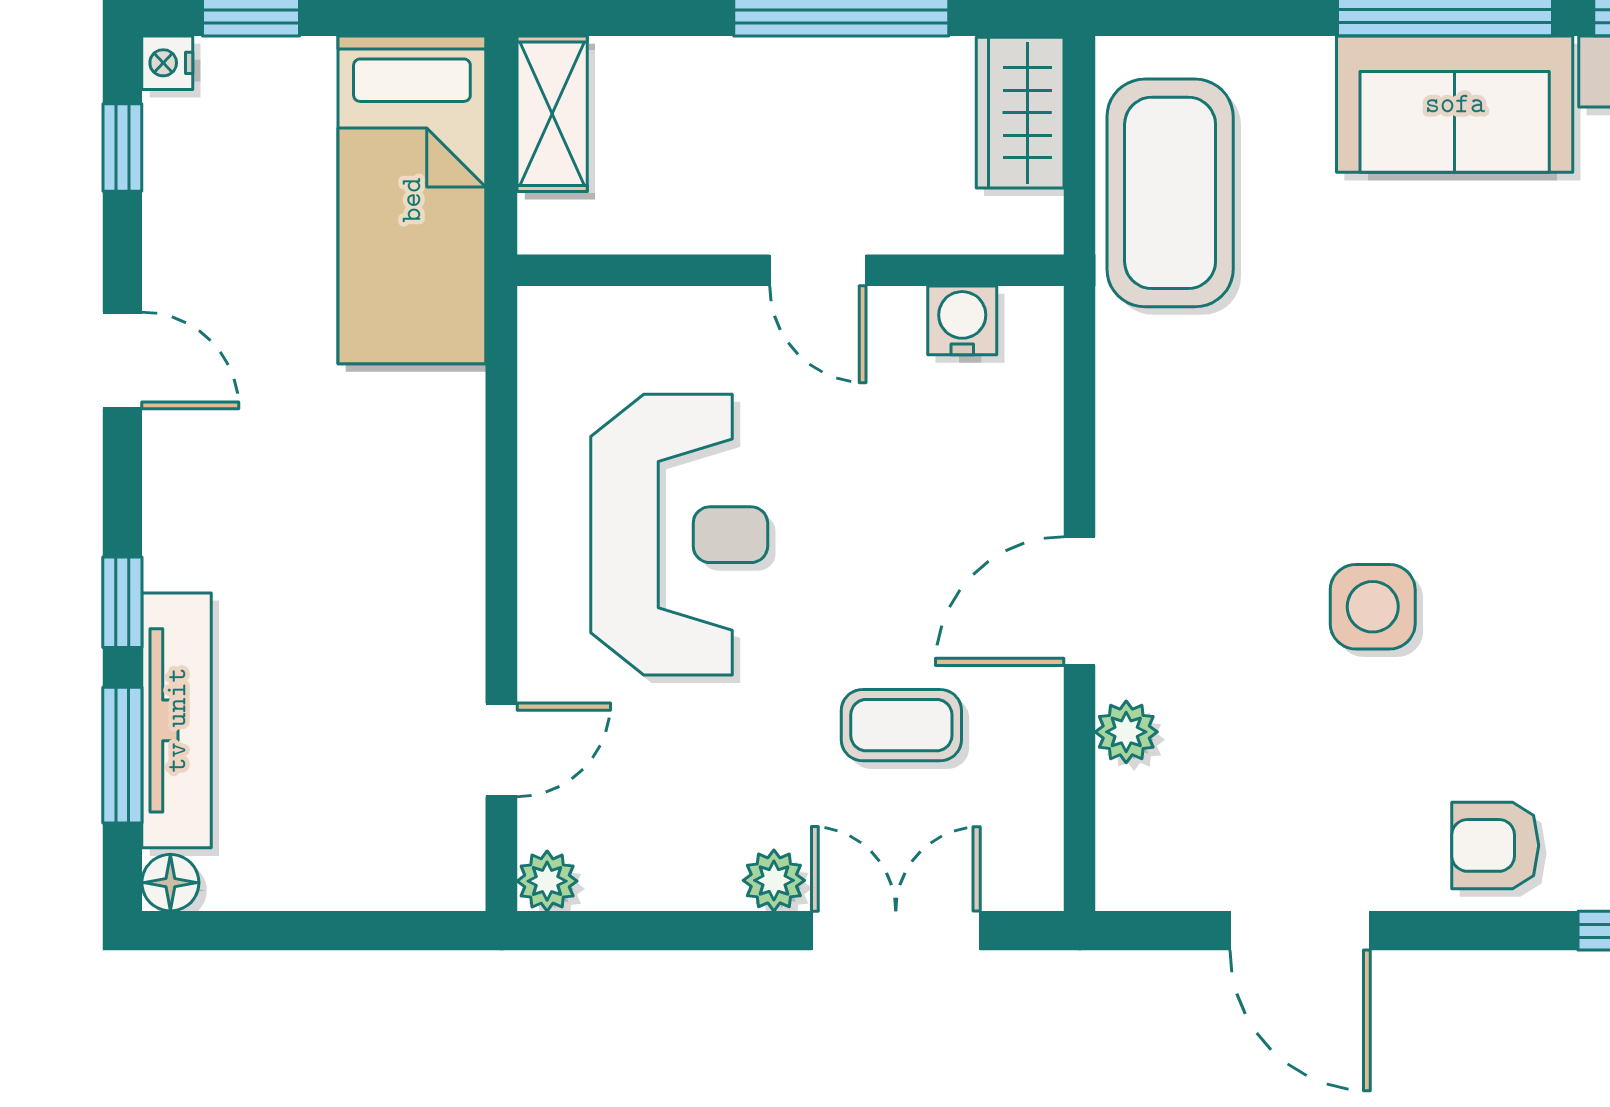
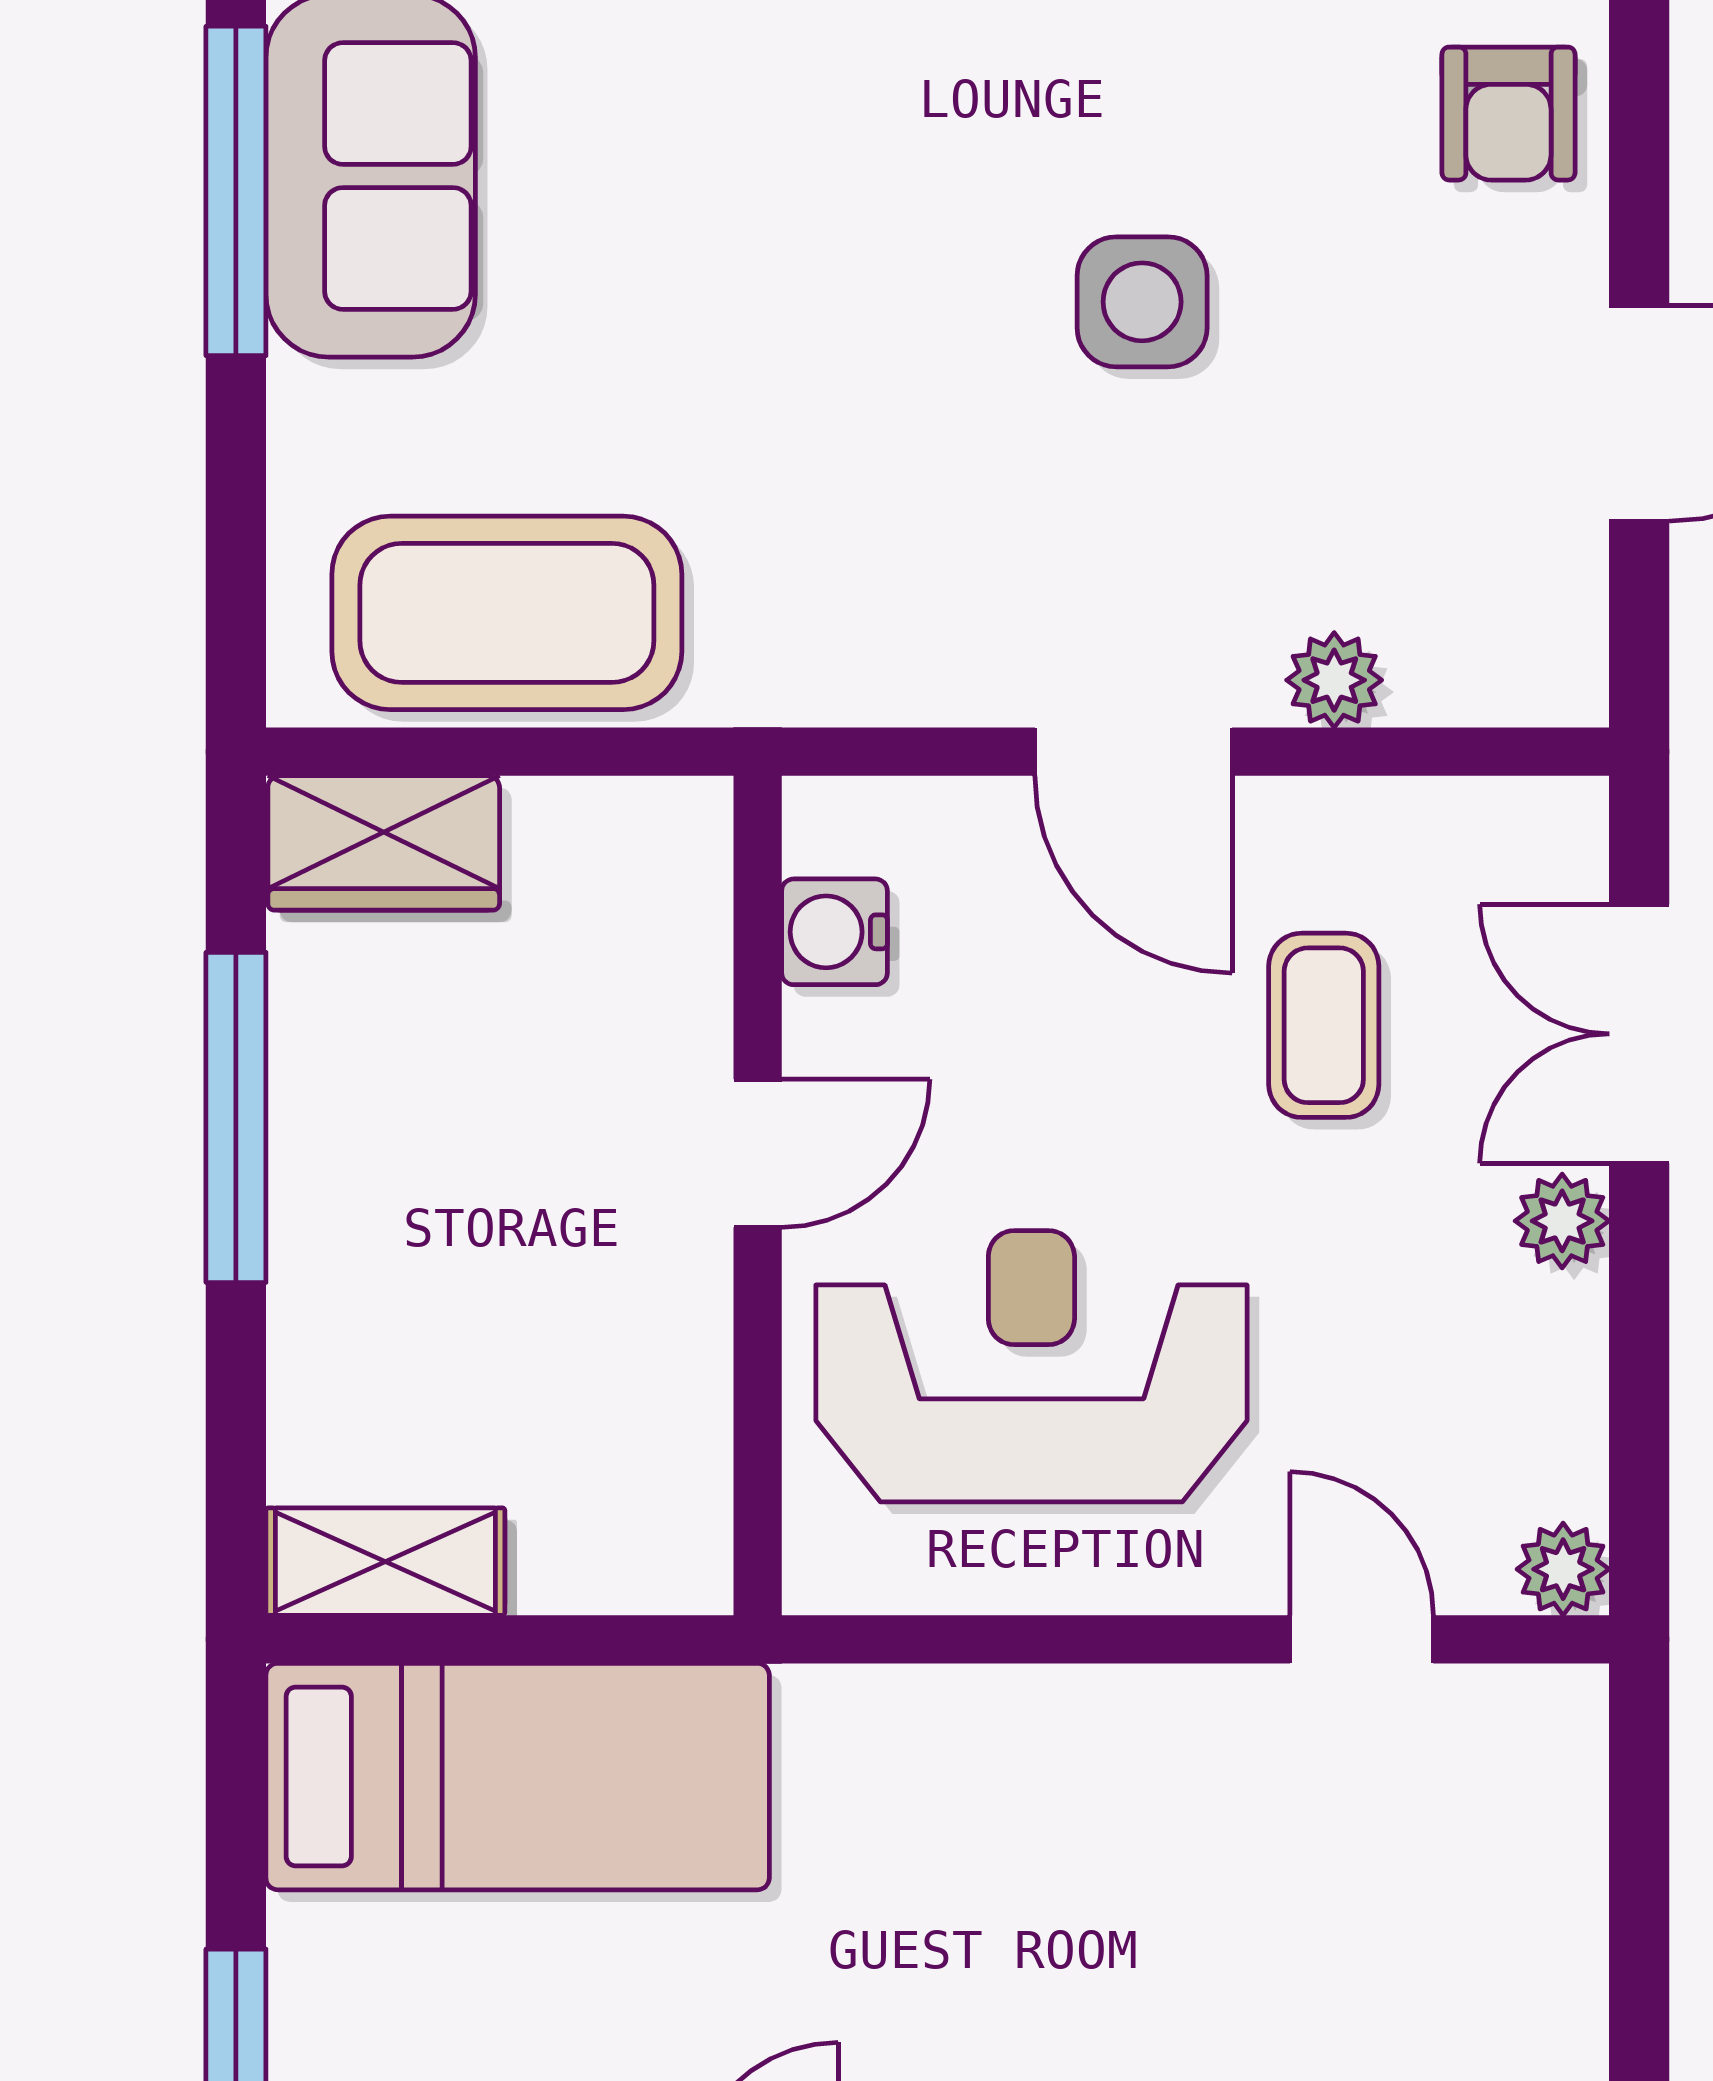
wall: (790, 270) -> (758, 1195), moved
door: (818, 270) -> (758, 1153), moved
water cooler: (962, 320) -> (835, 932), moved

